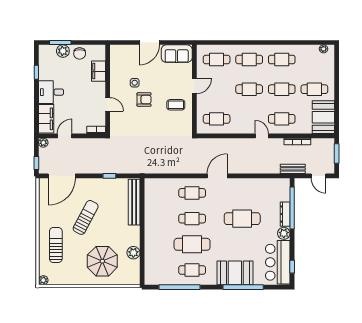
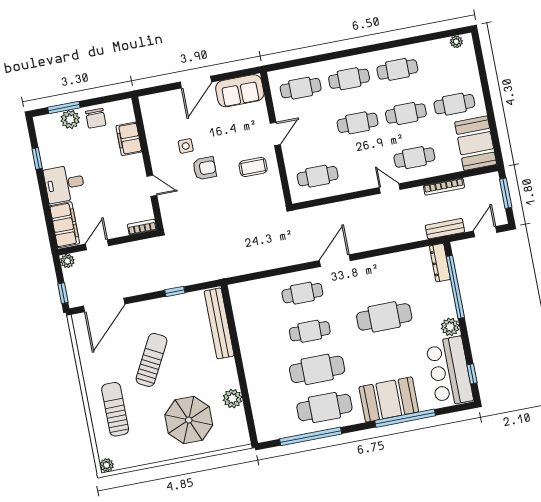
door: (318, 176) -> (485, 232), swing flipped
dresser: (285, 214) -> (440, 263), moved
cafe table: (192, 270) -> (324, 407), width x1.37, depth x1.35

